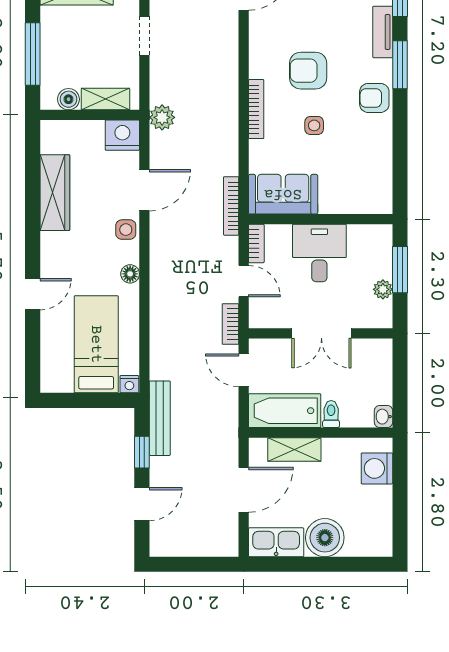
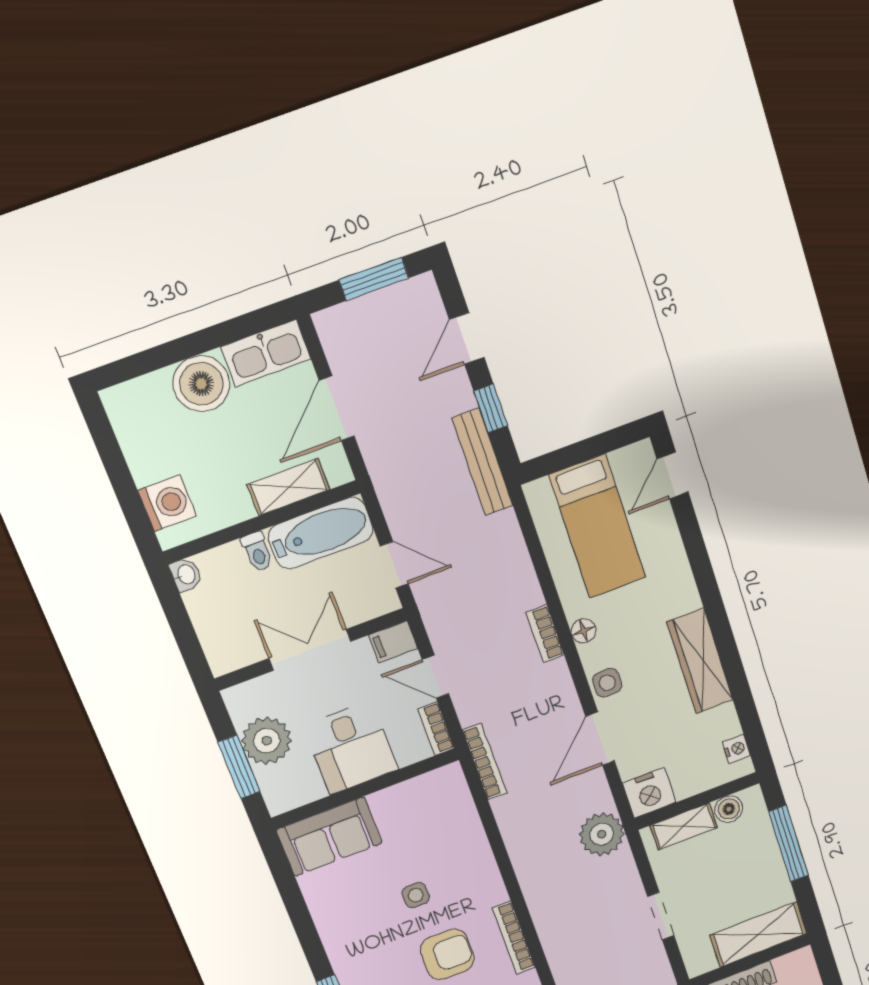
armchair: (374, 98) -> (353, 955), removed
bookcase: (256, 109) -> (514, 938), moved
plant: (162, 117) -> (602, 834), width x1.36, depth x1.36
wardrobe: (55, 193) -> (700, 661), moved
sofa: (283, 194) -> (329, 837), moved
plant: (383, 289) -> (267, 741), width x1.88, depth x1.88
door: (33, 294) -> (673, 476), moved
filing cabinet: (264, 317) -> (393, 642), added
bookcase: (230, 324) -> (545, 634), moved, turned 180
nightstand: (129, 384) -> (736, 749), moved, turned 90
window: (189, 564) -> (374, 279), added

